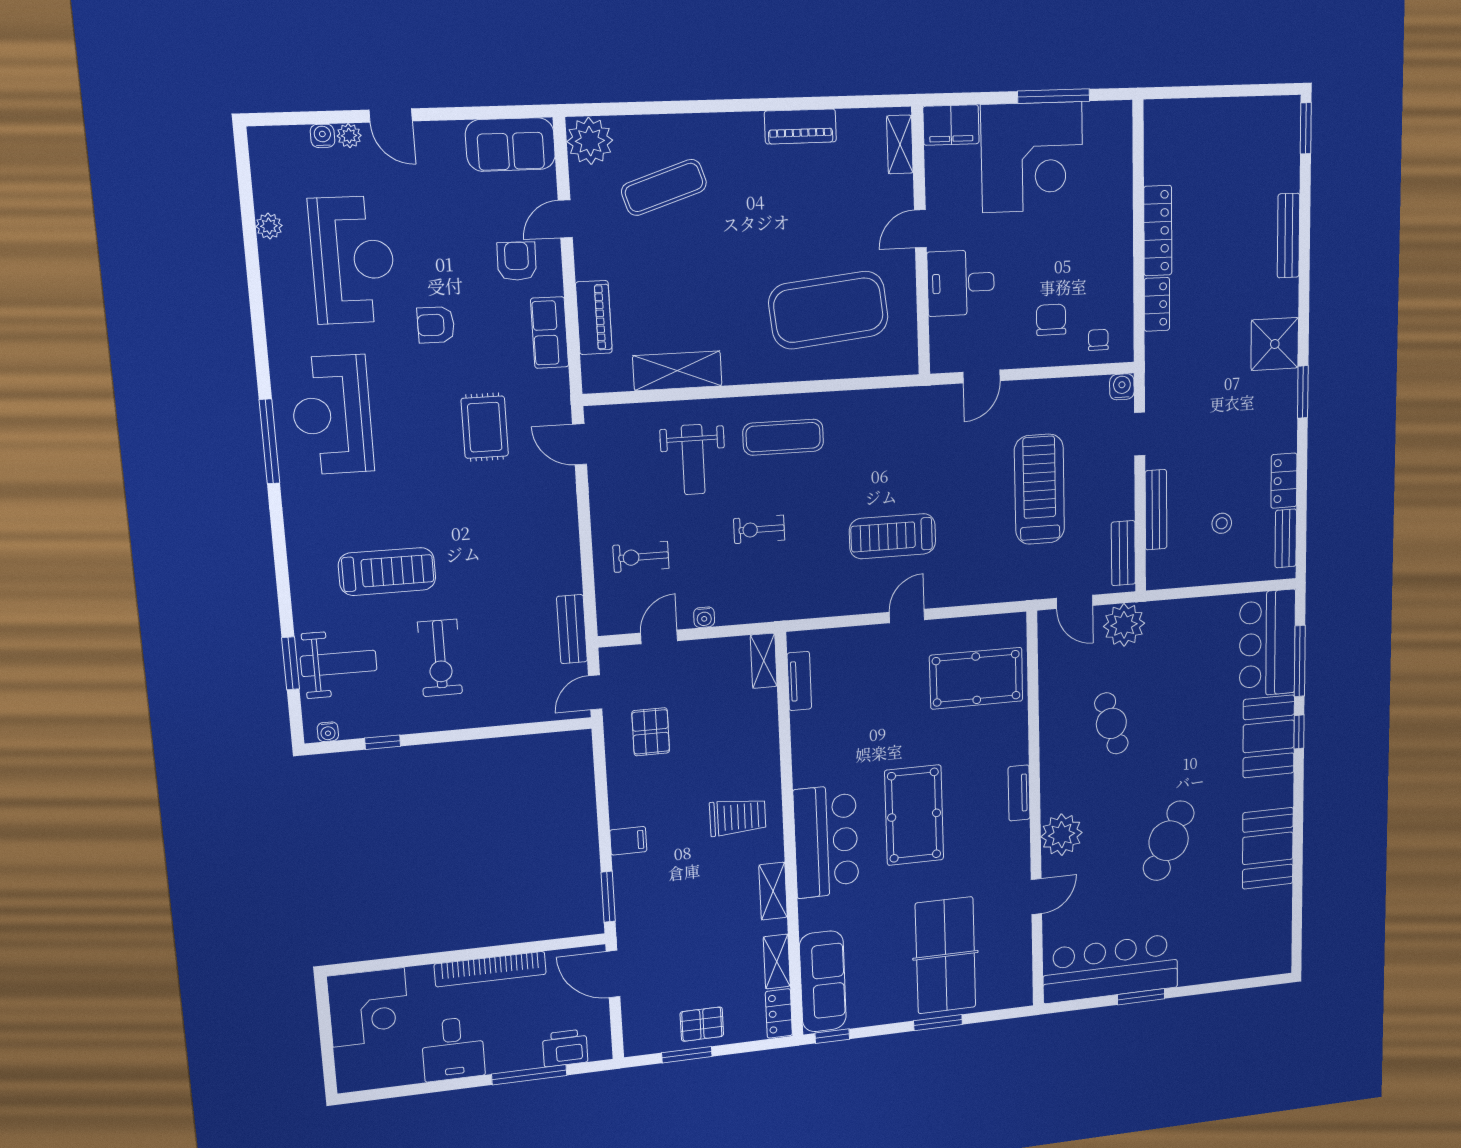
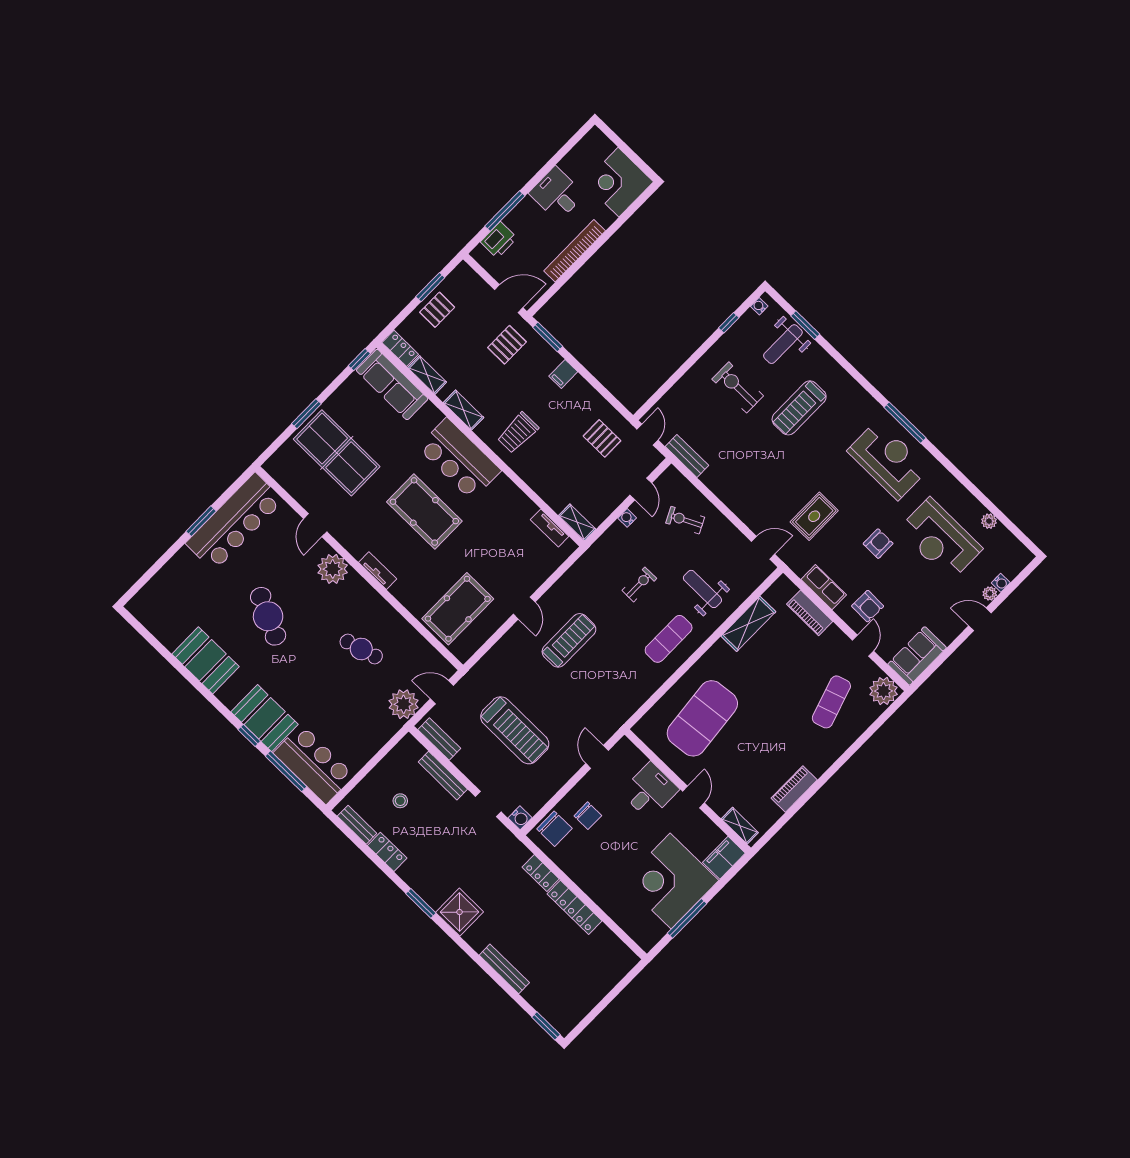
chair: (1098, 340) -> (554, 829), width x1.87, depth x1.87
rug: (485, 427) -> (814, 516), turned 90
exercise bike: (641, 557) -> (685, 520), turned -116
pallet: (661, 925) -> (507, 345), added

